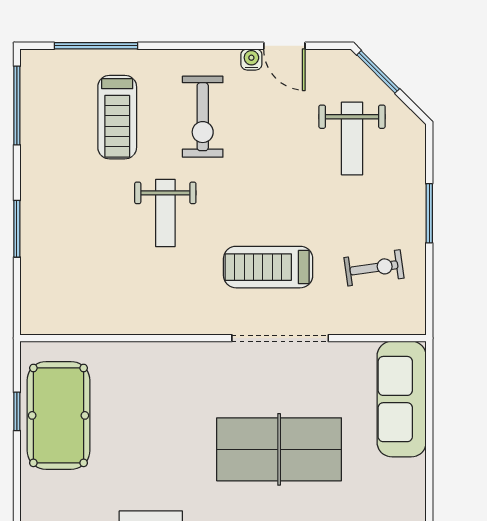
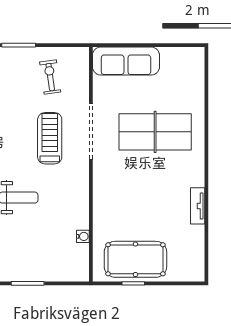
treadmill: (268, 267) -> (50, 138), turned 180
water cooler: (98, 324) -> (83, 236), added
table tennis table: (279, 449) -> (155, 132), turned 90

